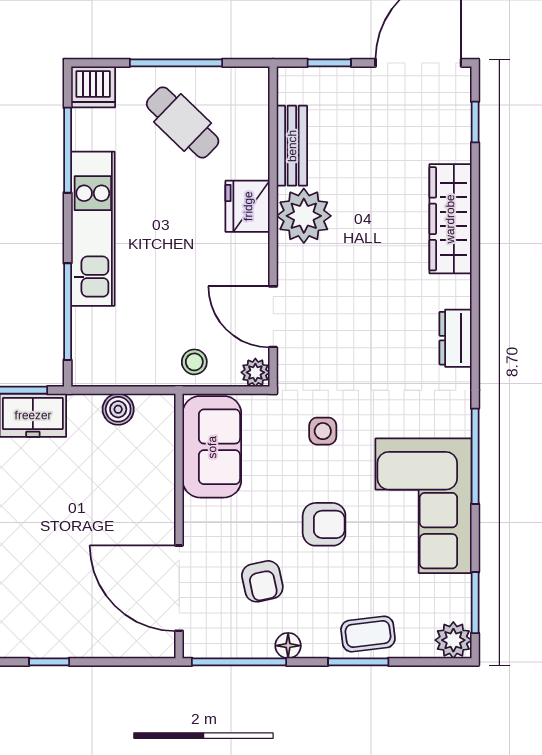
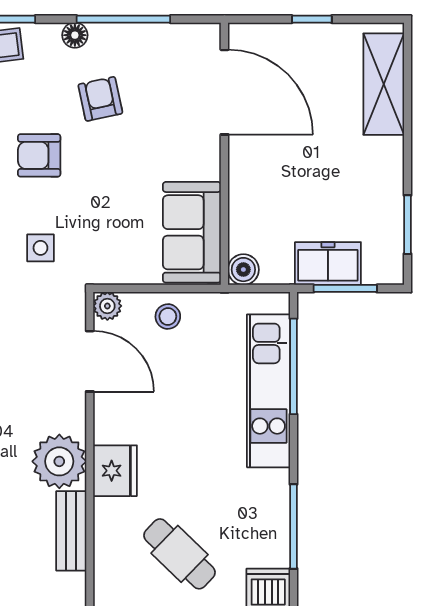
kitchen unit: (93, 229) -> (269, 391), moved
sofa: (212, 447) -> (192, 232), moved
wall: (179, 526) -> (224, 154), moved
door: (179, 588) -> (224, 92), moved

